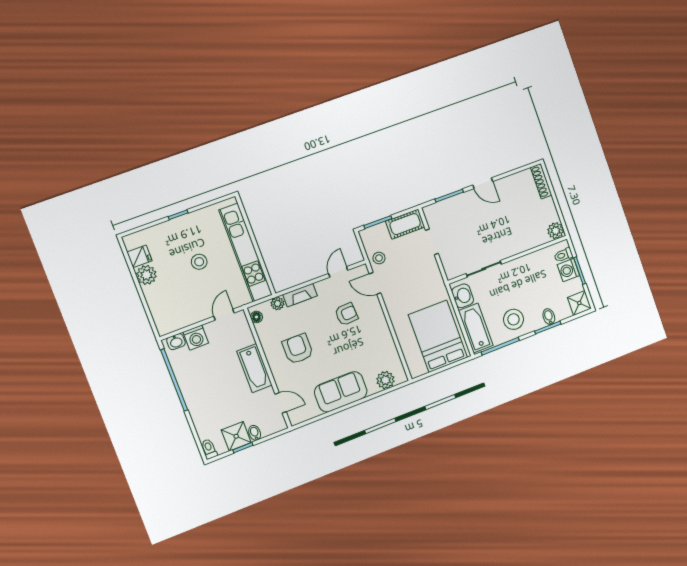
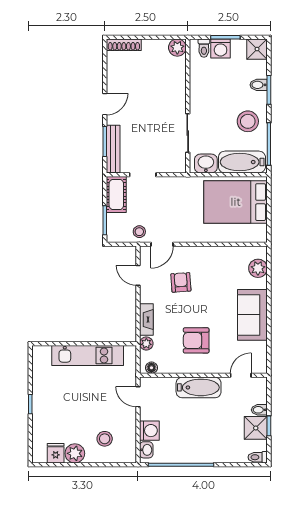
bench: (445, 206) -> (113, 149), added
kitchen unit: (246, 252) -> (88, 355), width x0.73
stool: (199, 262) -> (105, 439), moved

